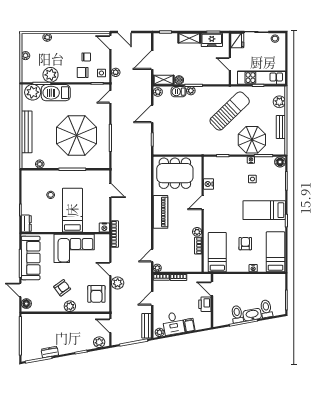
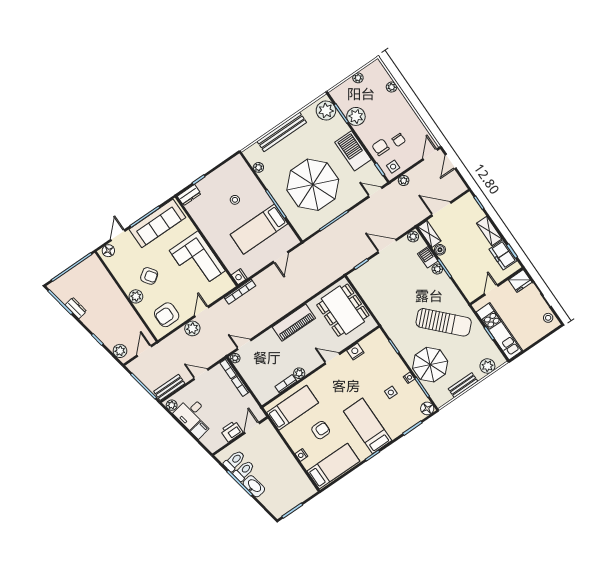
barbecue: (56, 93) -> (353, 151), moved
bed: (72, 210) -> (259, 229), moved, turned 180
toilet: (266, 309) -> (234, 461), moved

